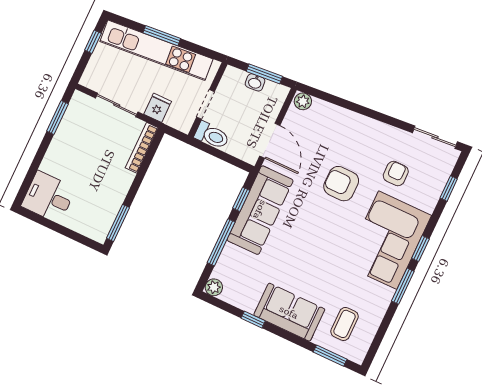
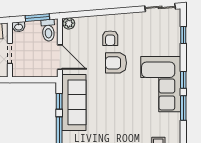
washbasin: (255, 82) -> (19, 27), moved
toilet: (212, 135) -> (48, 30), moved, turned 85
armchair: (396, 174) -> (110, 38), moved, turned 180

